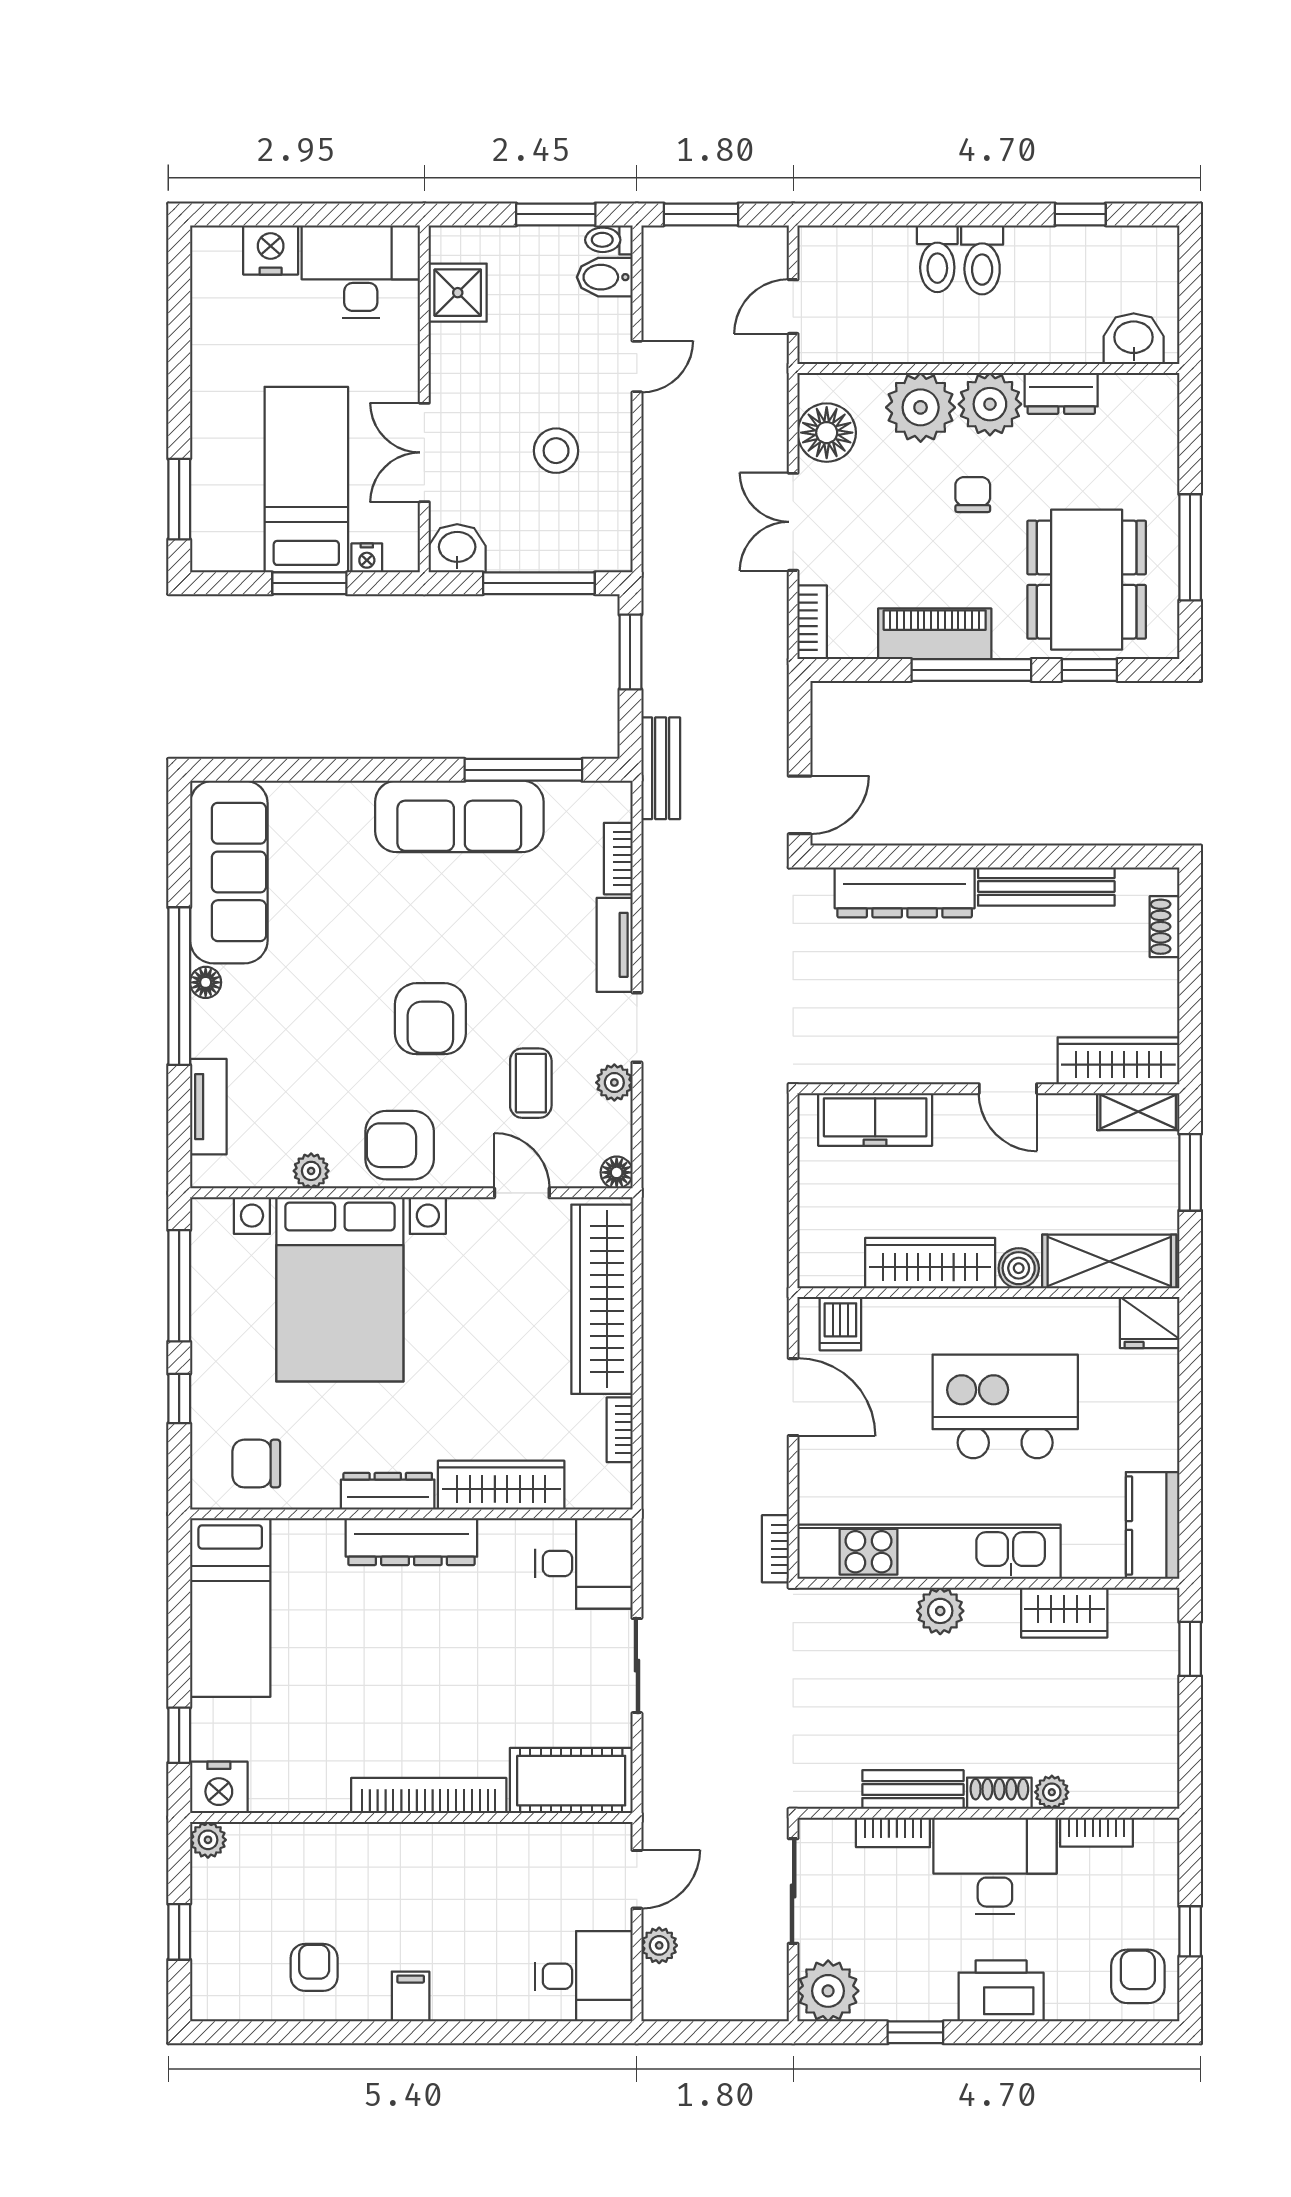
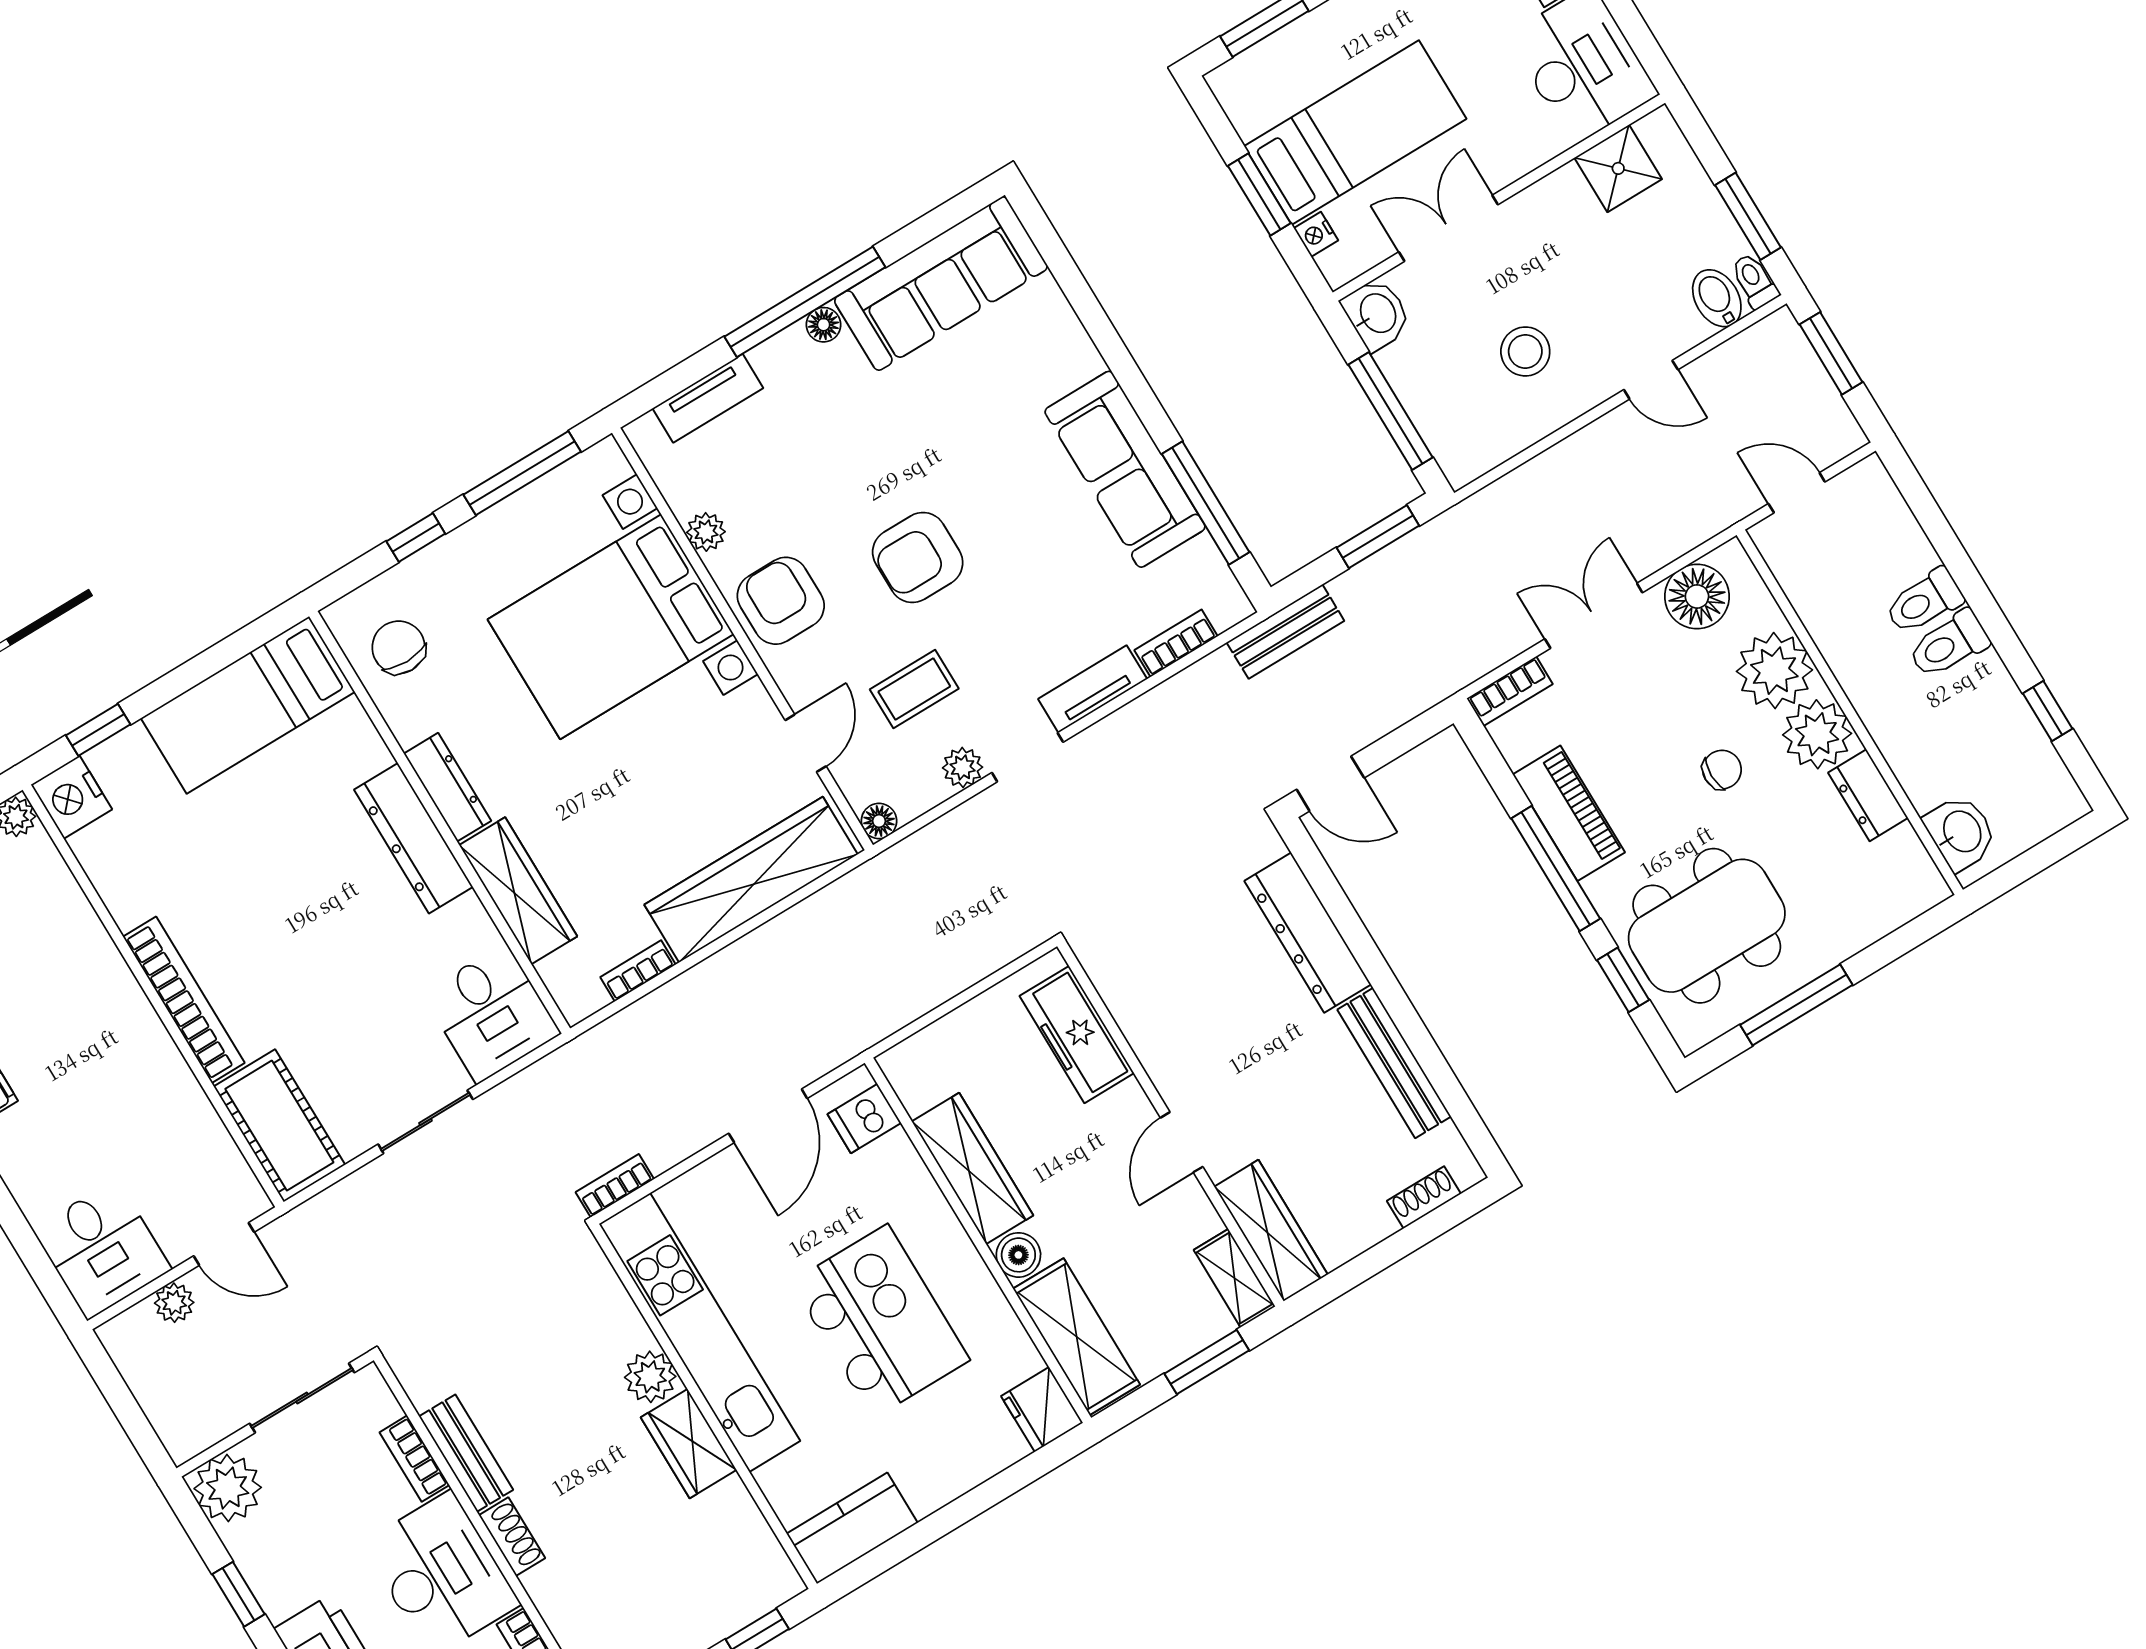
wardrobe: (1064, 1613) -> (689, 1444), moved
plant: (1052, 1792) -> (543, 1586), removed

